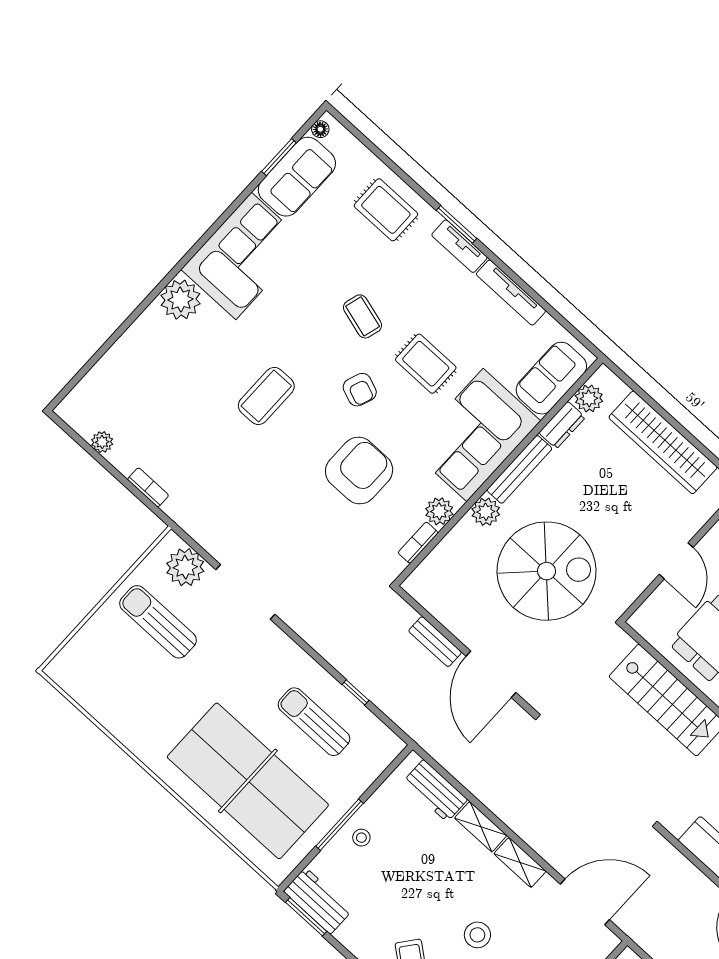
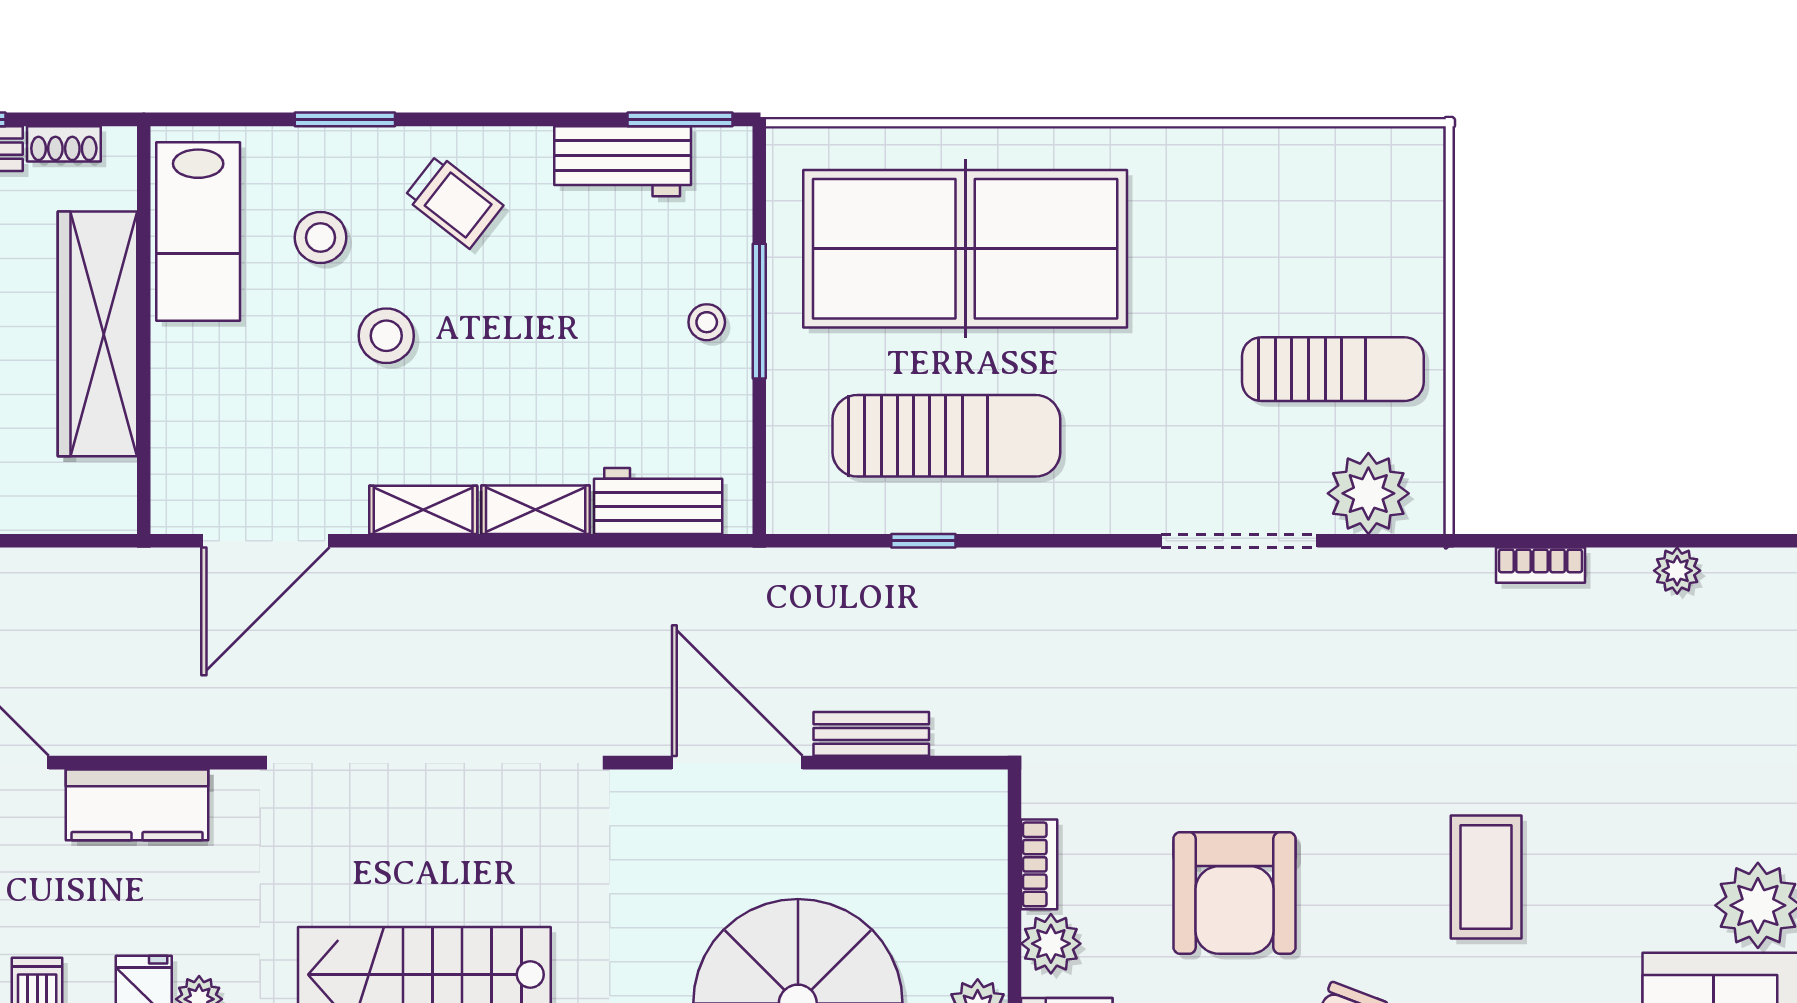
sun lounger: (314, 722) -> (946, 436), width x1.36, depth x1.34
workbench: (318, 901) -> (623, 161), moved

